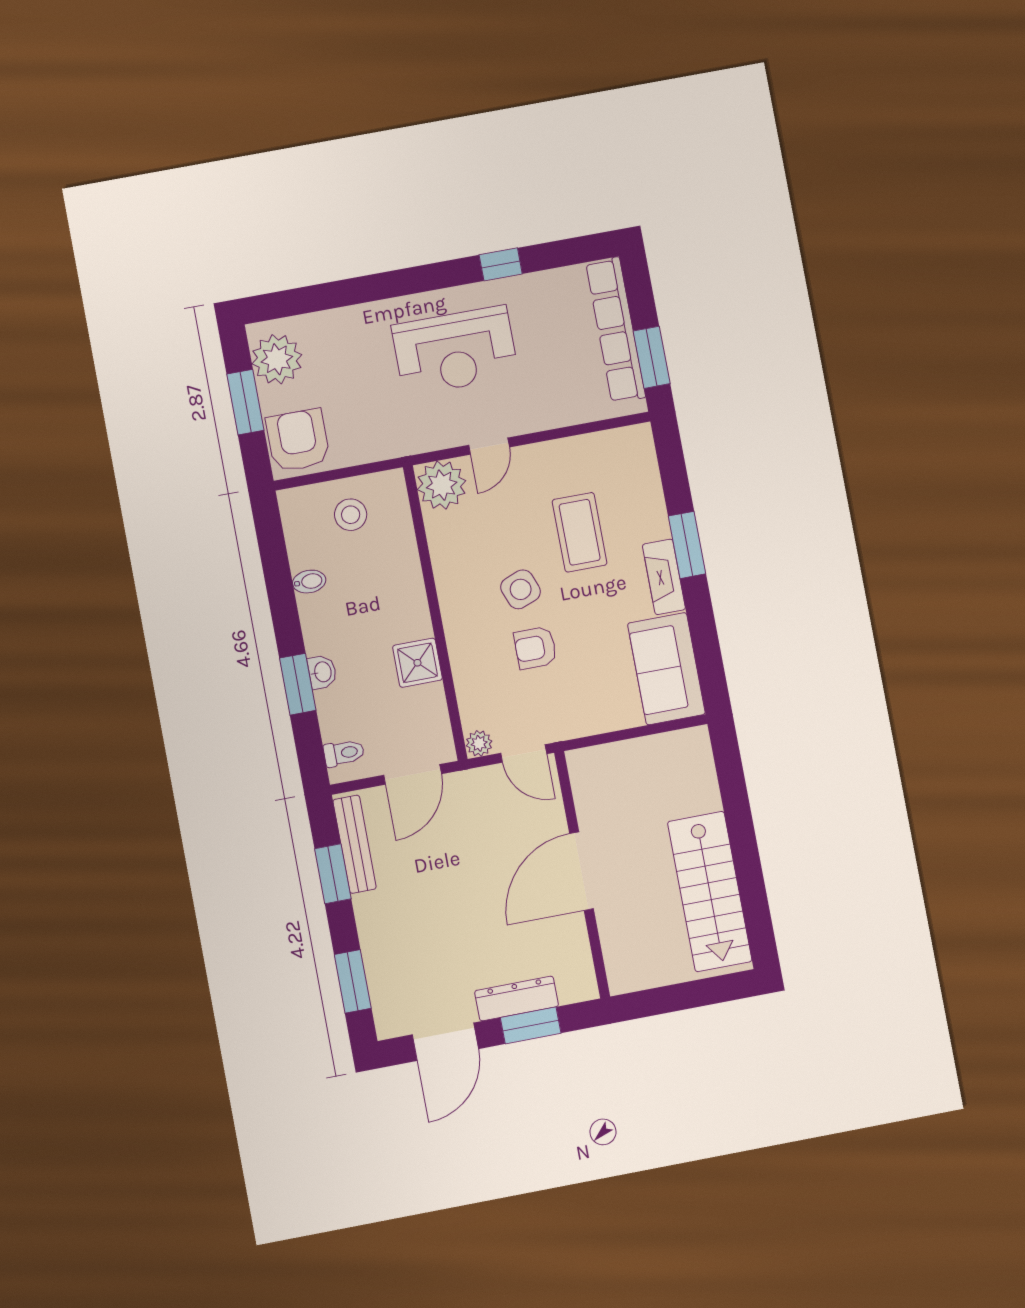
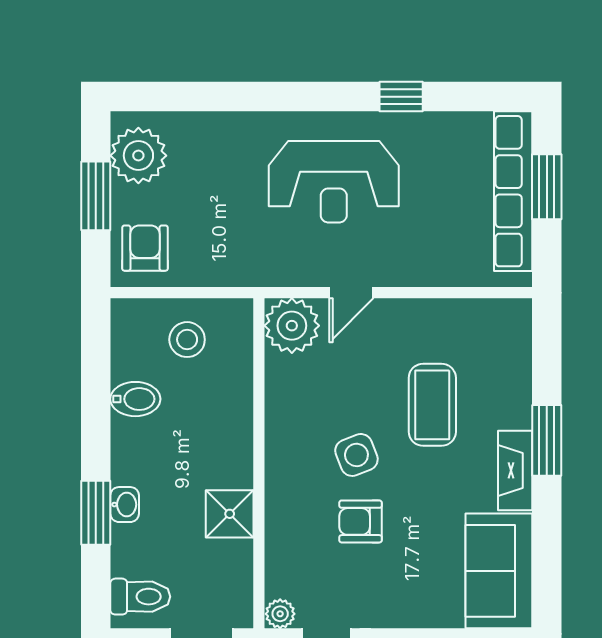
window: (652, 357) -> (547, 187), moved
armchair: (298, 440) -> (145, 248), width x0.72, depth x0.72
bidet: (309, 582) -> (135, 399), width x1.38, depth x1.36
toilet: (344, 753) -> (140, 597), width x1.37, depth x1.39

